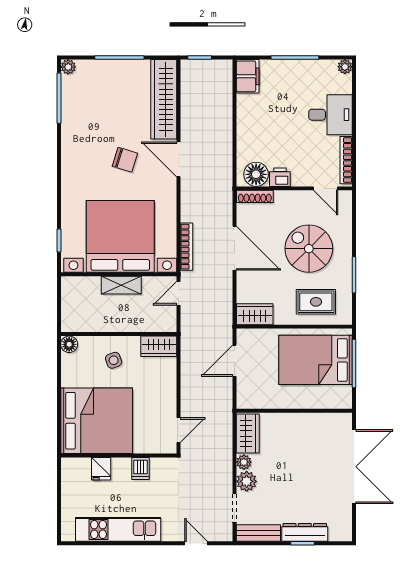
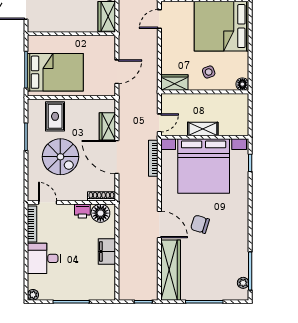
plant: (68, 67) -> (243, 283), moved
filing cabinet: (248, 76) -> (107, 251), moved
rug: (316, 302) -> (55, 116), turned 90
wardrobe: (255, 314) -> (107, 126), moved, turned 90

